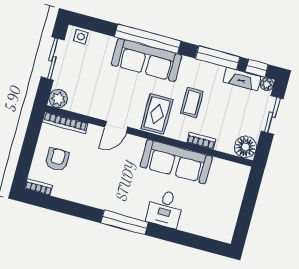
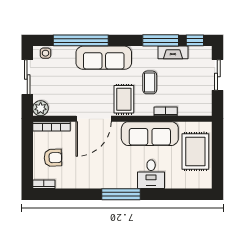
window: (148, 39) -> (81, 40), moved
fireplace: (242, 79) -> (173, 52), moved
plant: (267, 84) -> (207, 51), removed
door: (116, 127) -> (94, 119), width x1.88
floor lamp: (245, 147) -> (203, 107), removed
armchair: (57, 159) -> (53, 158), turned 88
rug: (223, 196) -> (195, 152), added

